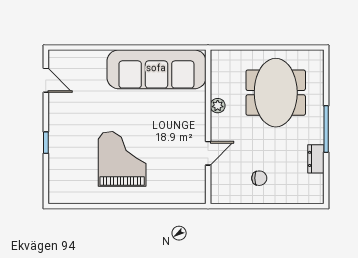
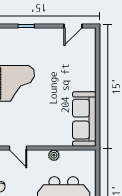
sofa: (156, 69) -> (84, 119), width x0.74, depth x0.79

